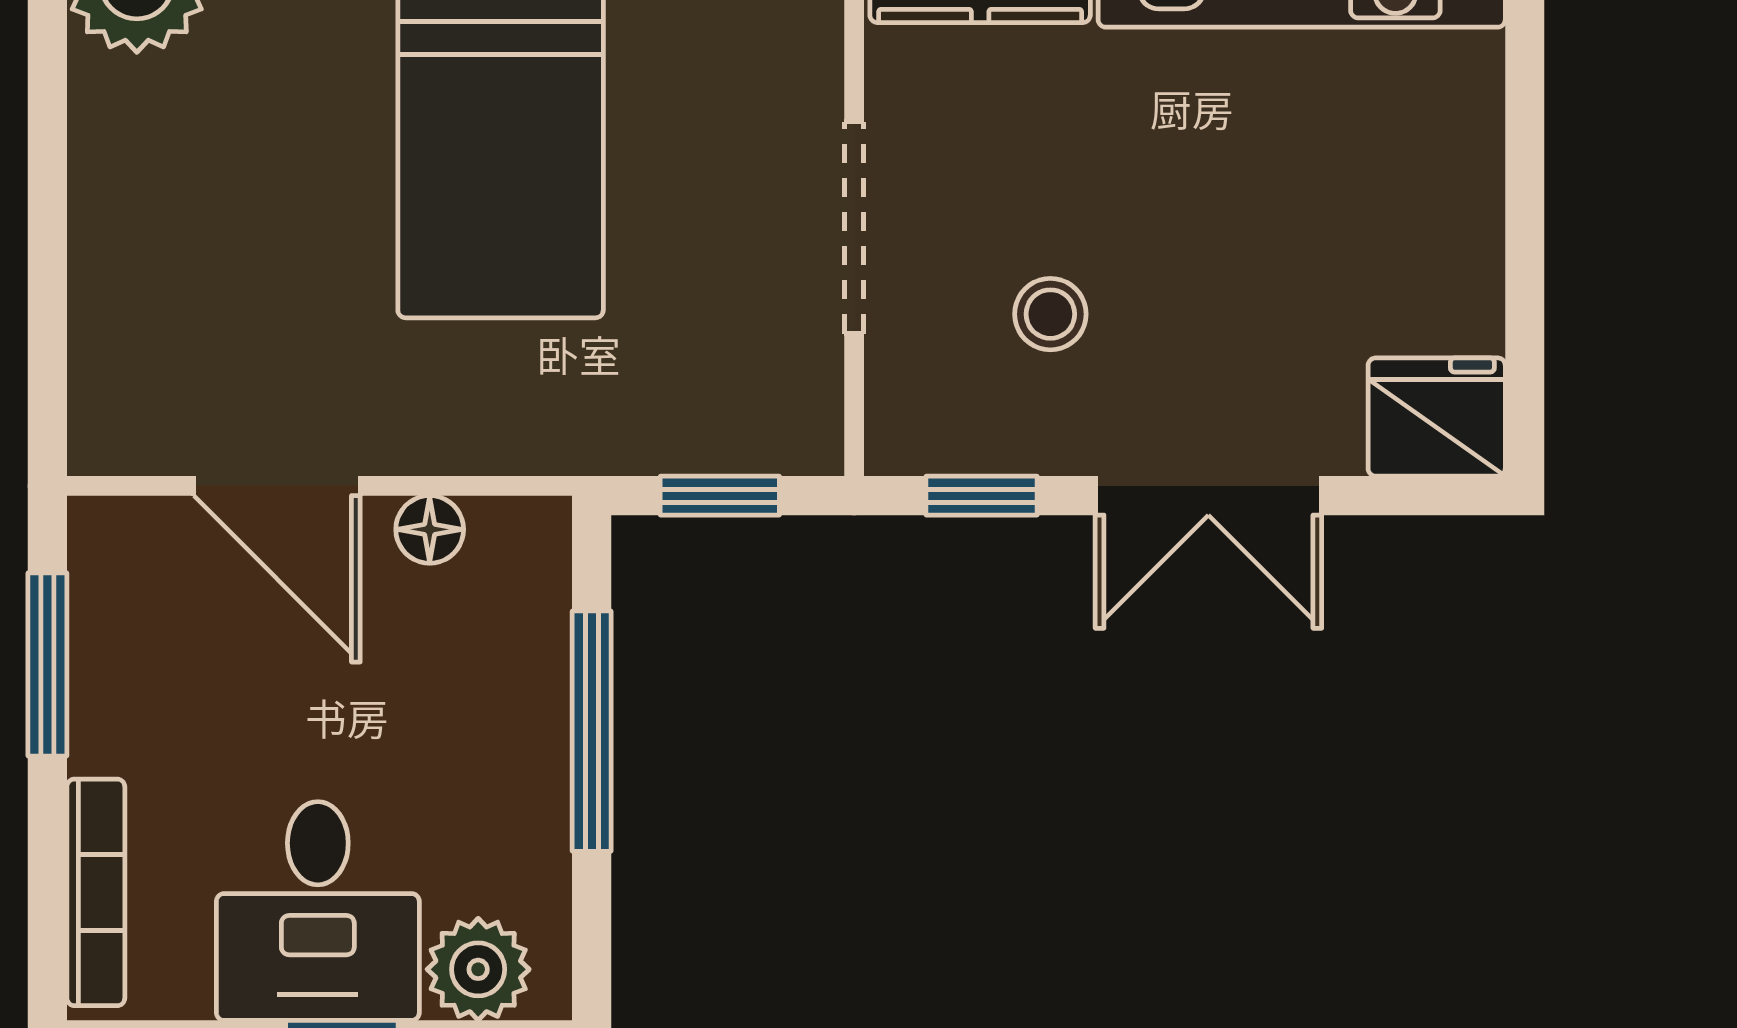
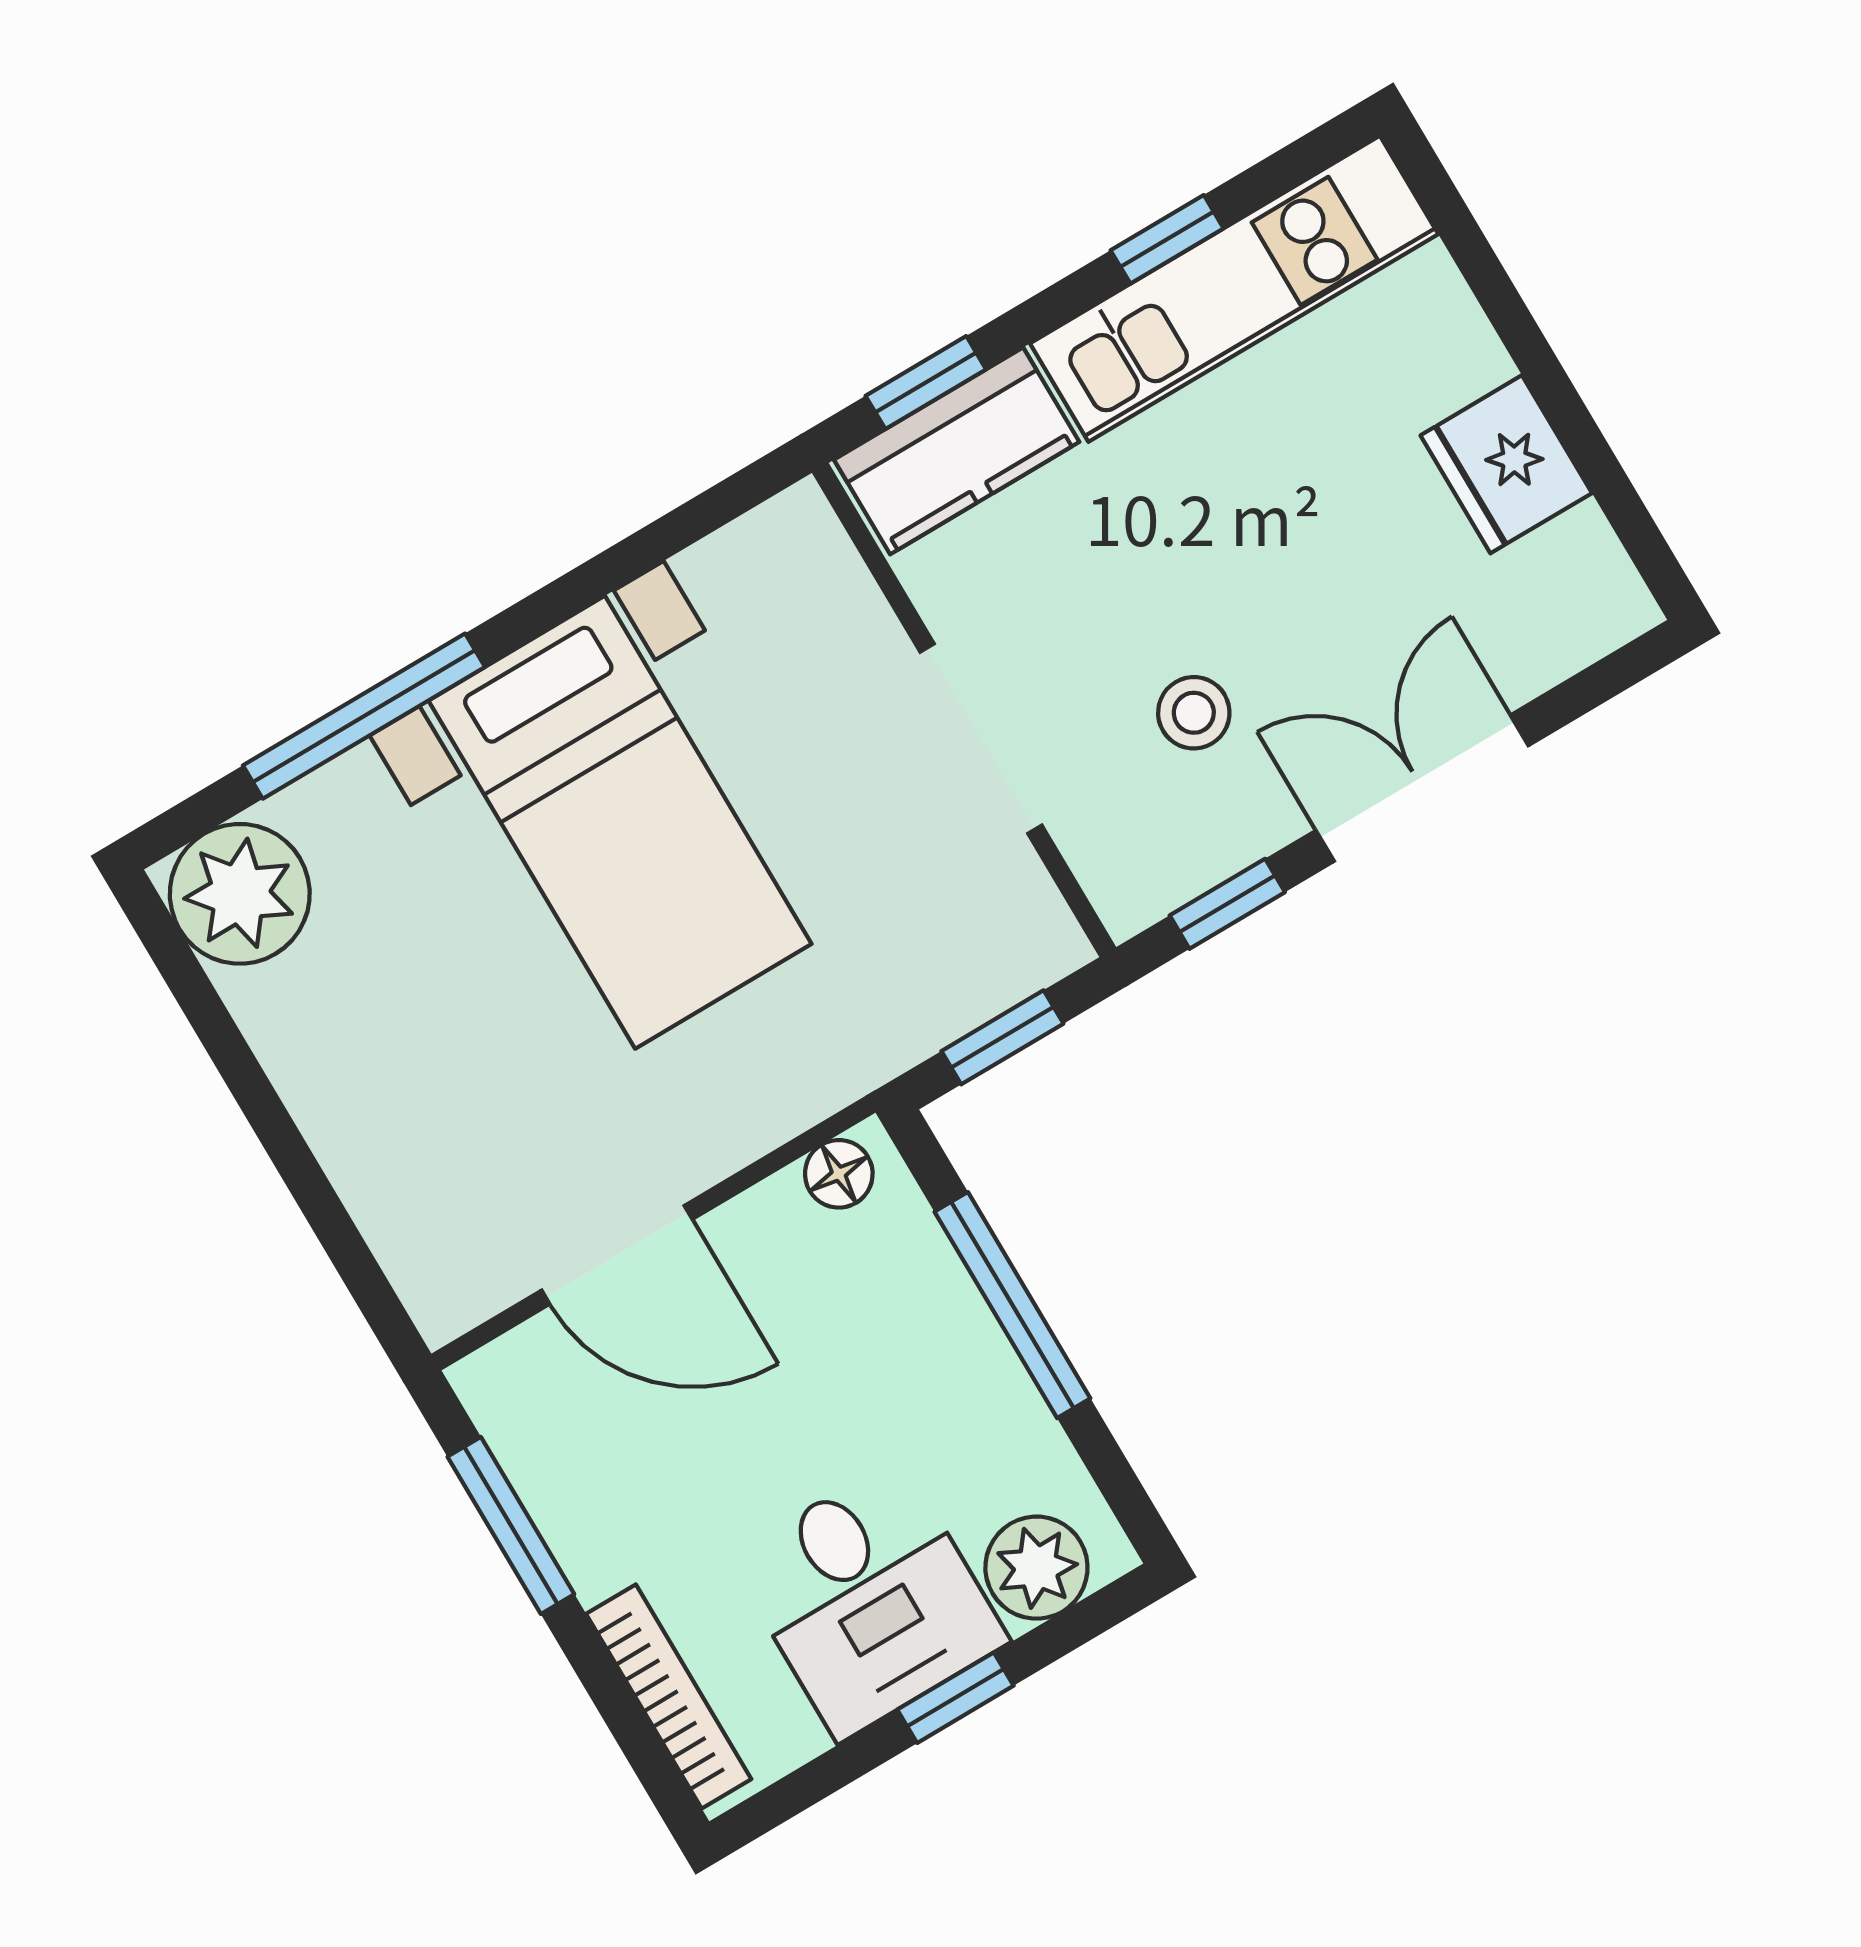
fridge: (1437, 417) -> (1506, 464), moved, turned -90
double door: (1208, 496) -> (1422, 788), swing flipped
floor lamp: (430, 529) -> (839, 1174), moved

